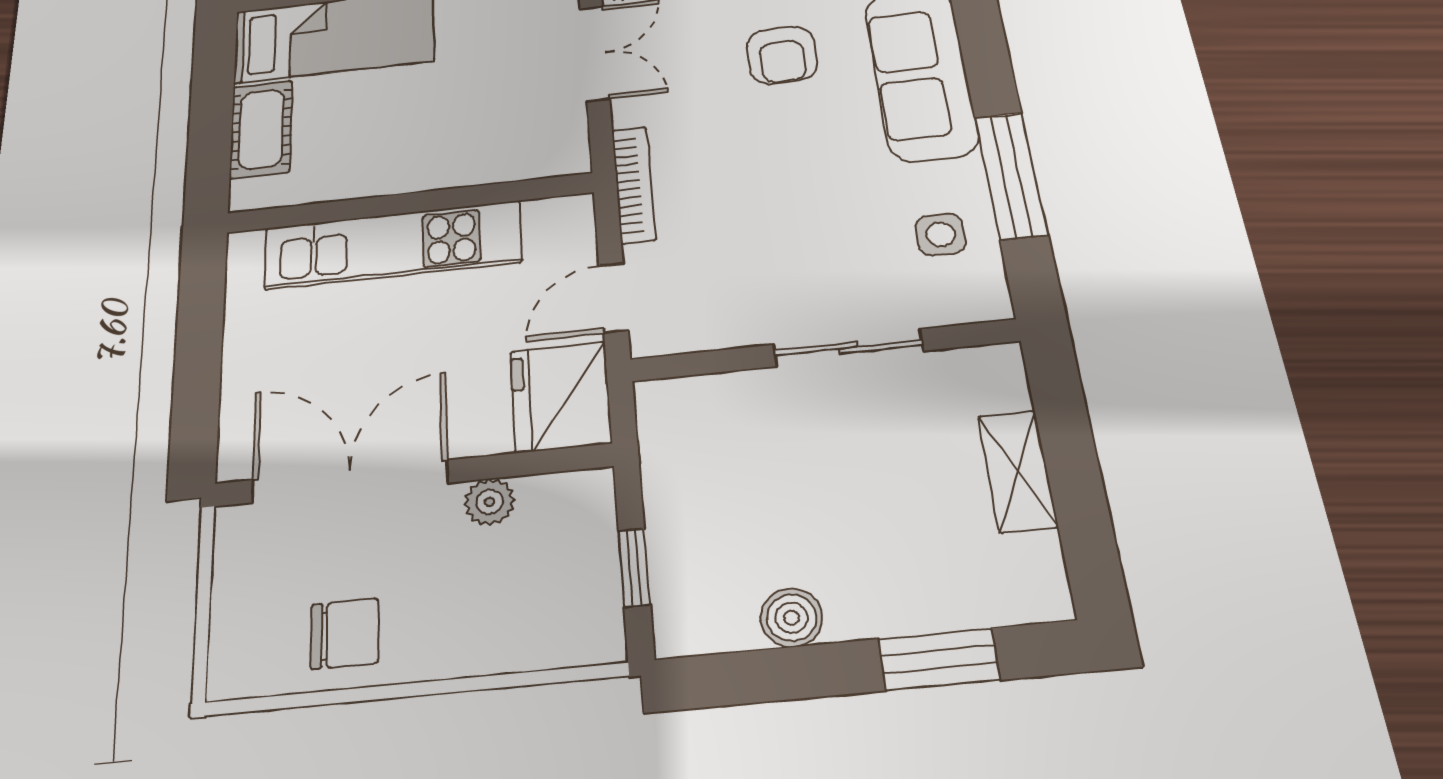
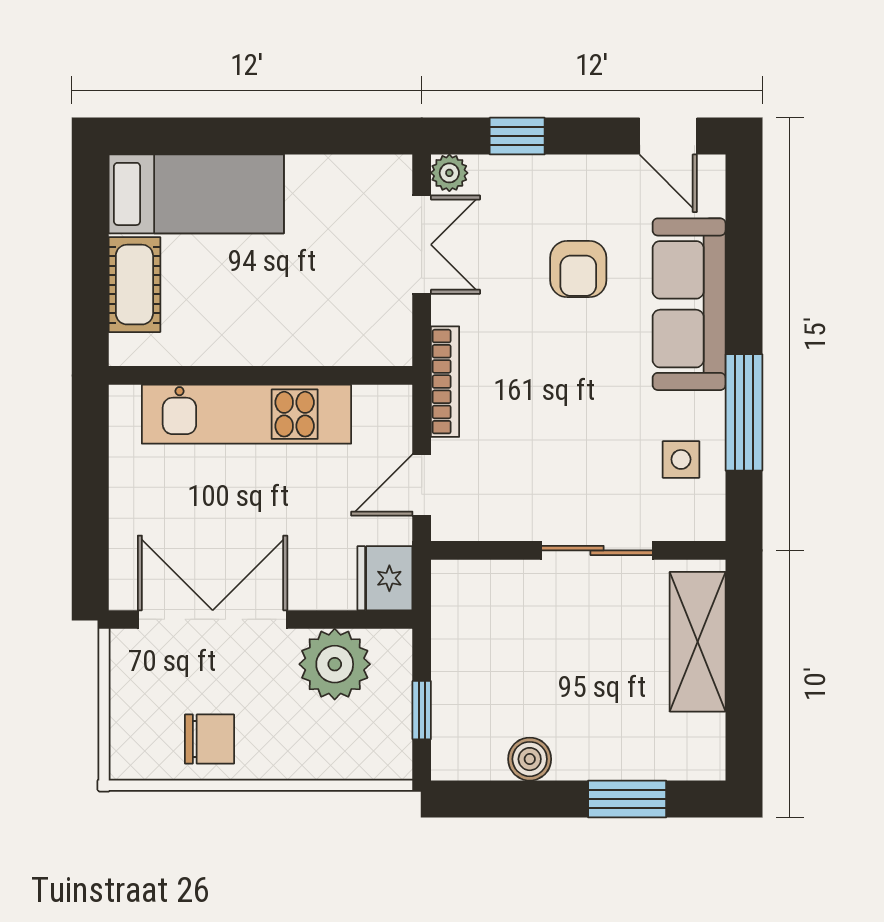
fridge: (561, 397) -> (385, 578), width x0.73, depth x0.75
shelving: (1017, 471) -> (698, 642), width x1.50, depth x1.33
plant: (490, 502) -> (335, 664), width x1.87, depth x1.87

